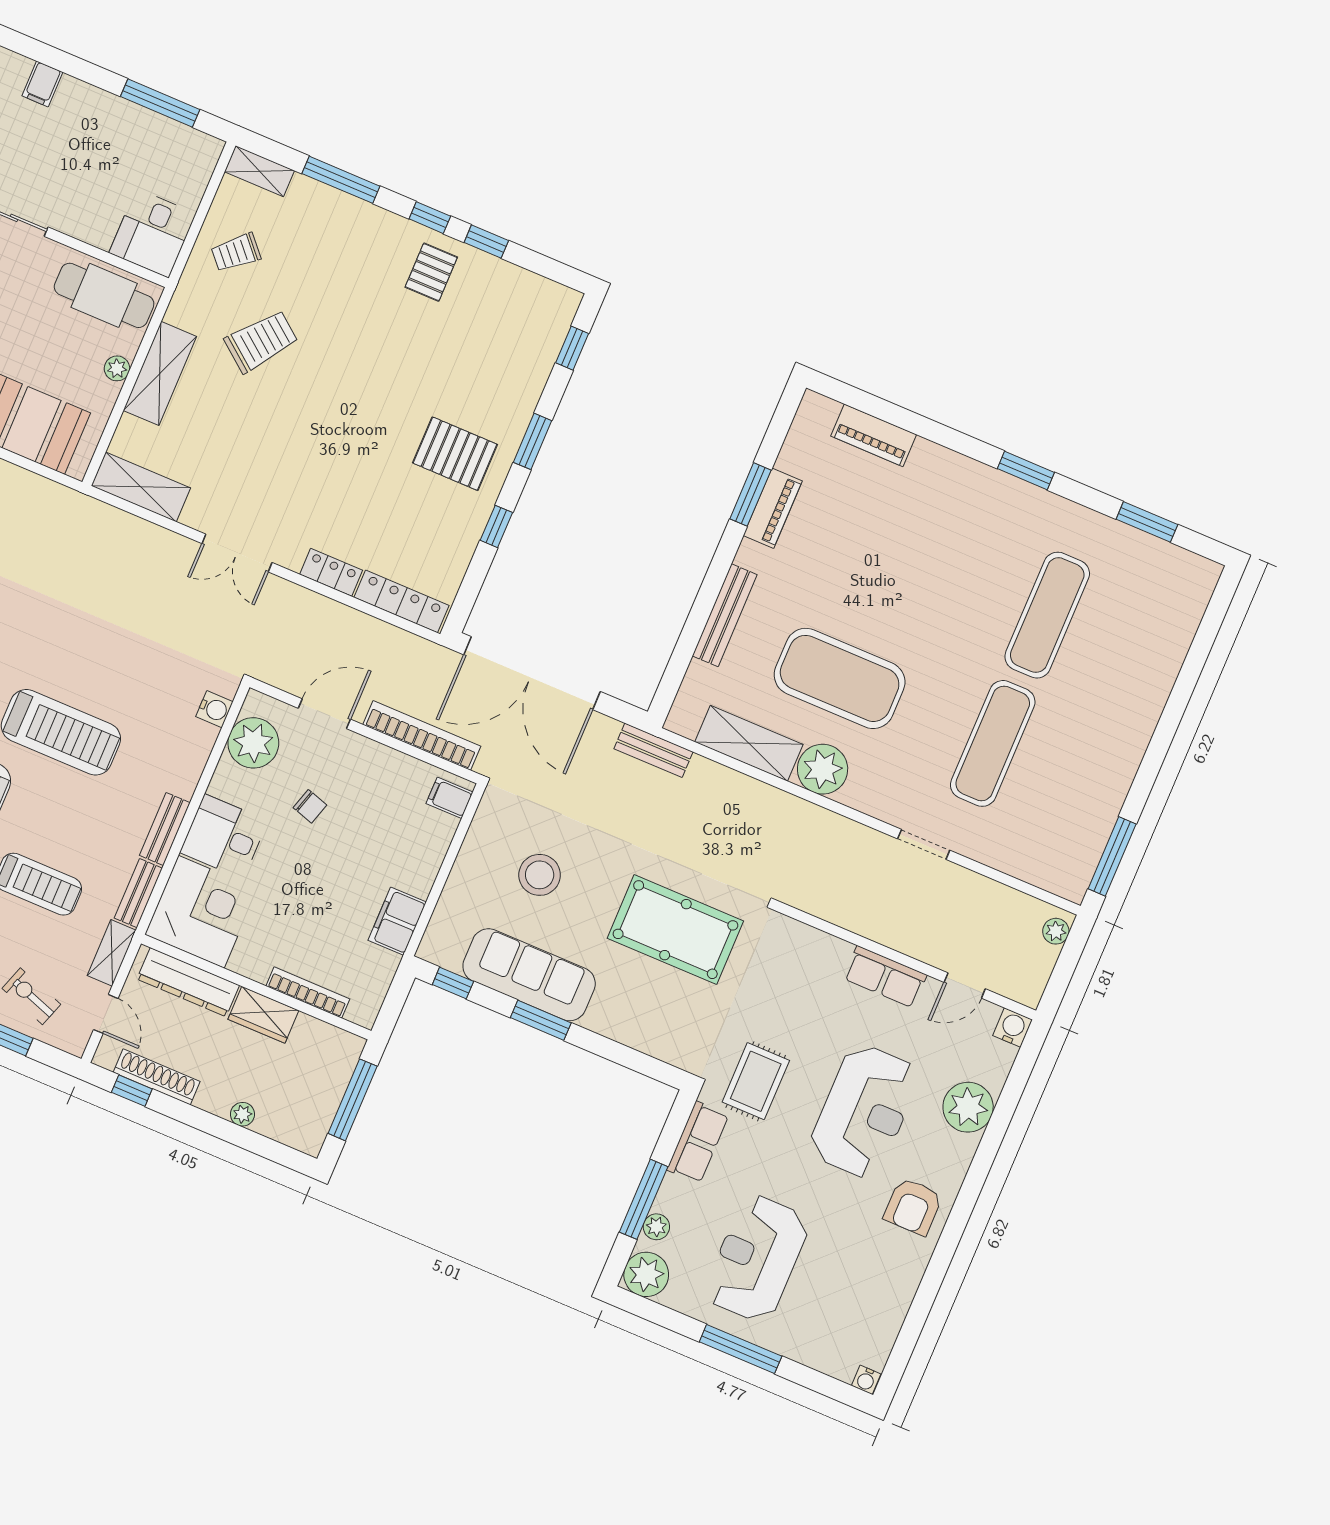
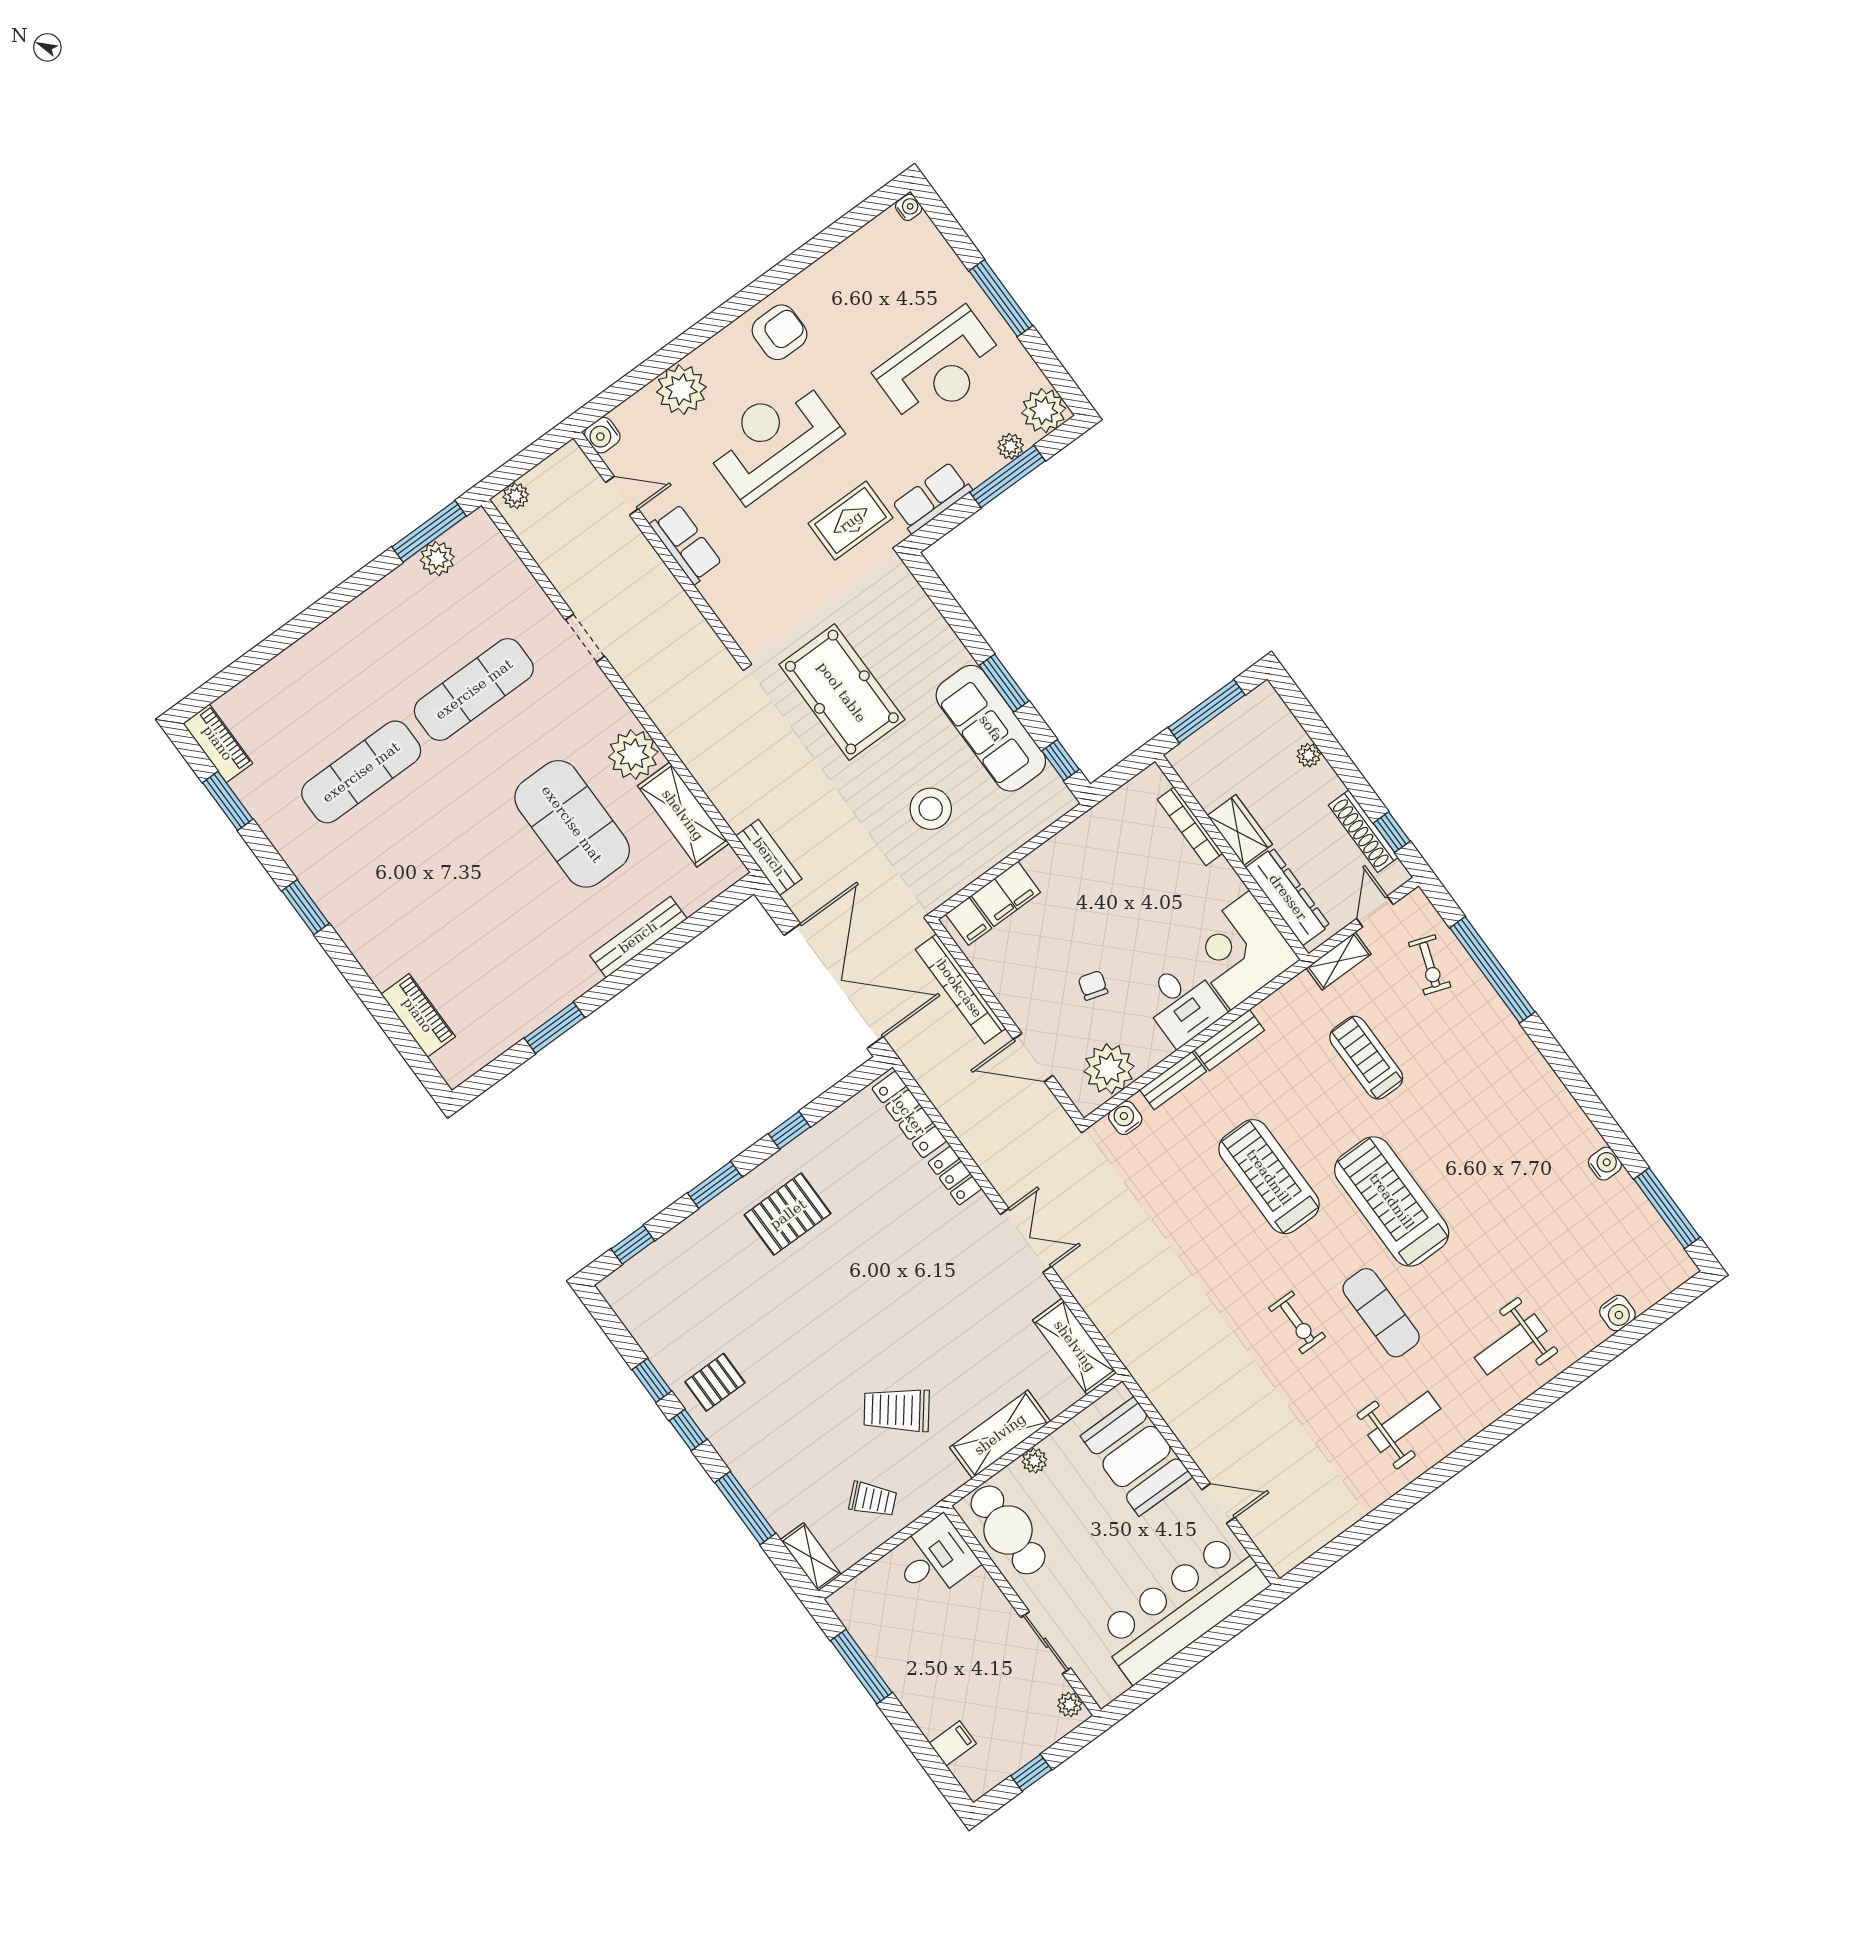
pallet: (455, 454) -> (788, 1214), turned 90
piano: (773, 508) -> (218, 743), moved, turned 90
plant: (1091, 837) -> (437, 559), added
bench: (138, 893) -> (1173, 1081), moved
filing cabinet: (397, 921) -> (1006, 894), moved

